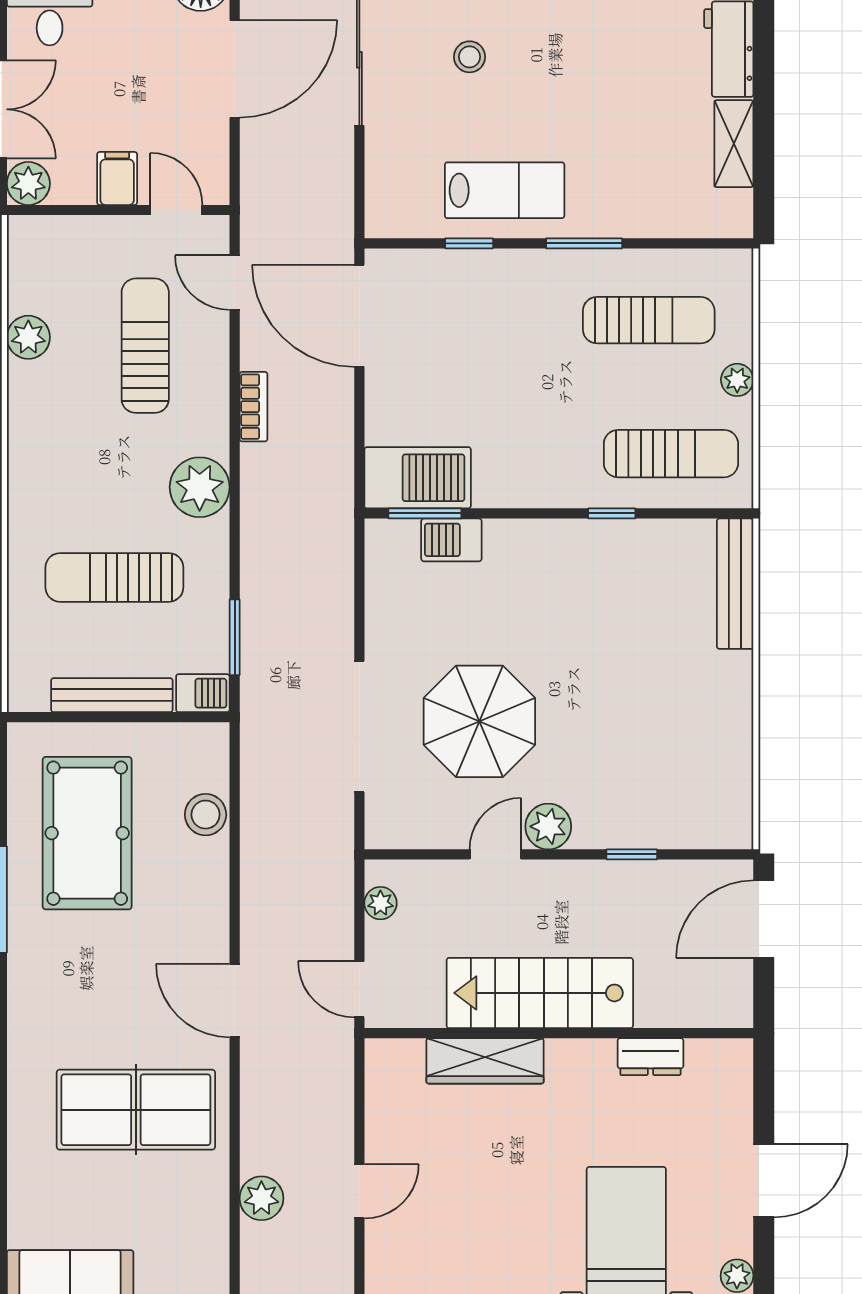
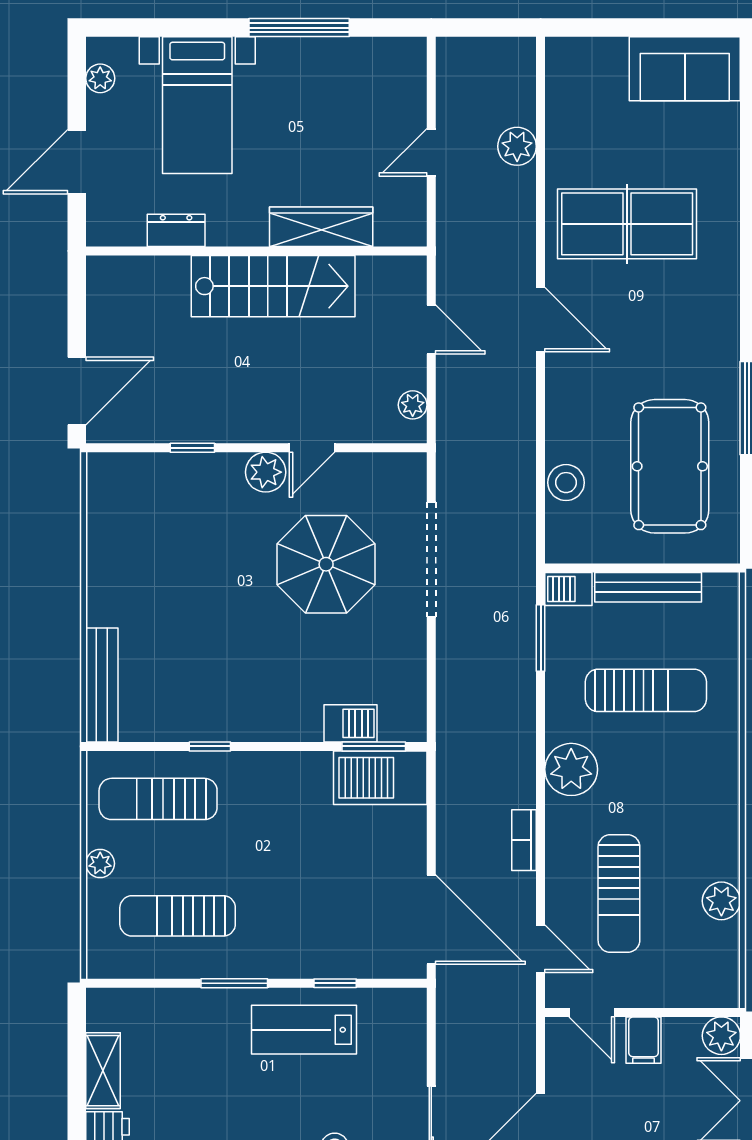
stairs: (540, 993) -> (273, 286), moved
wall: (559, 1033) -> (256, 251), moved
dresser: (650, 1057) -> (176, 230), moved
wardrobe: (485, 1061) -> (321, 227), moved

